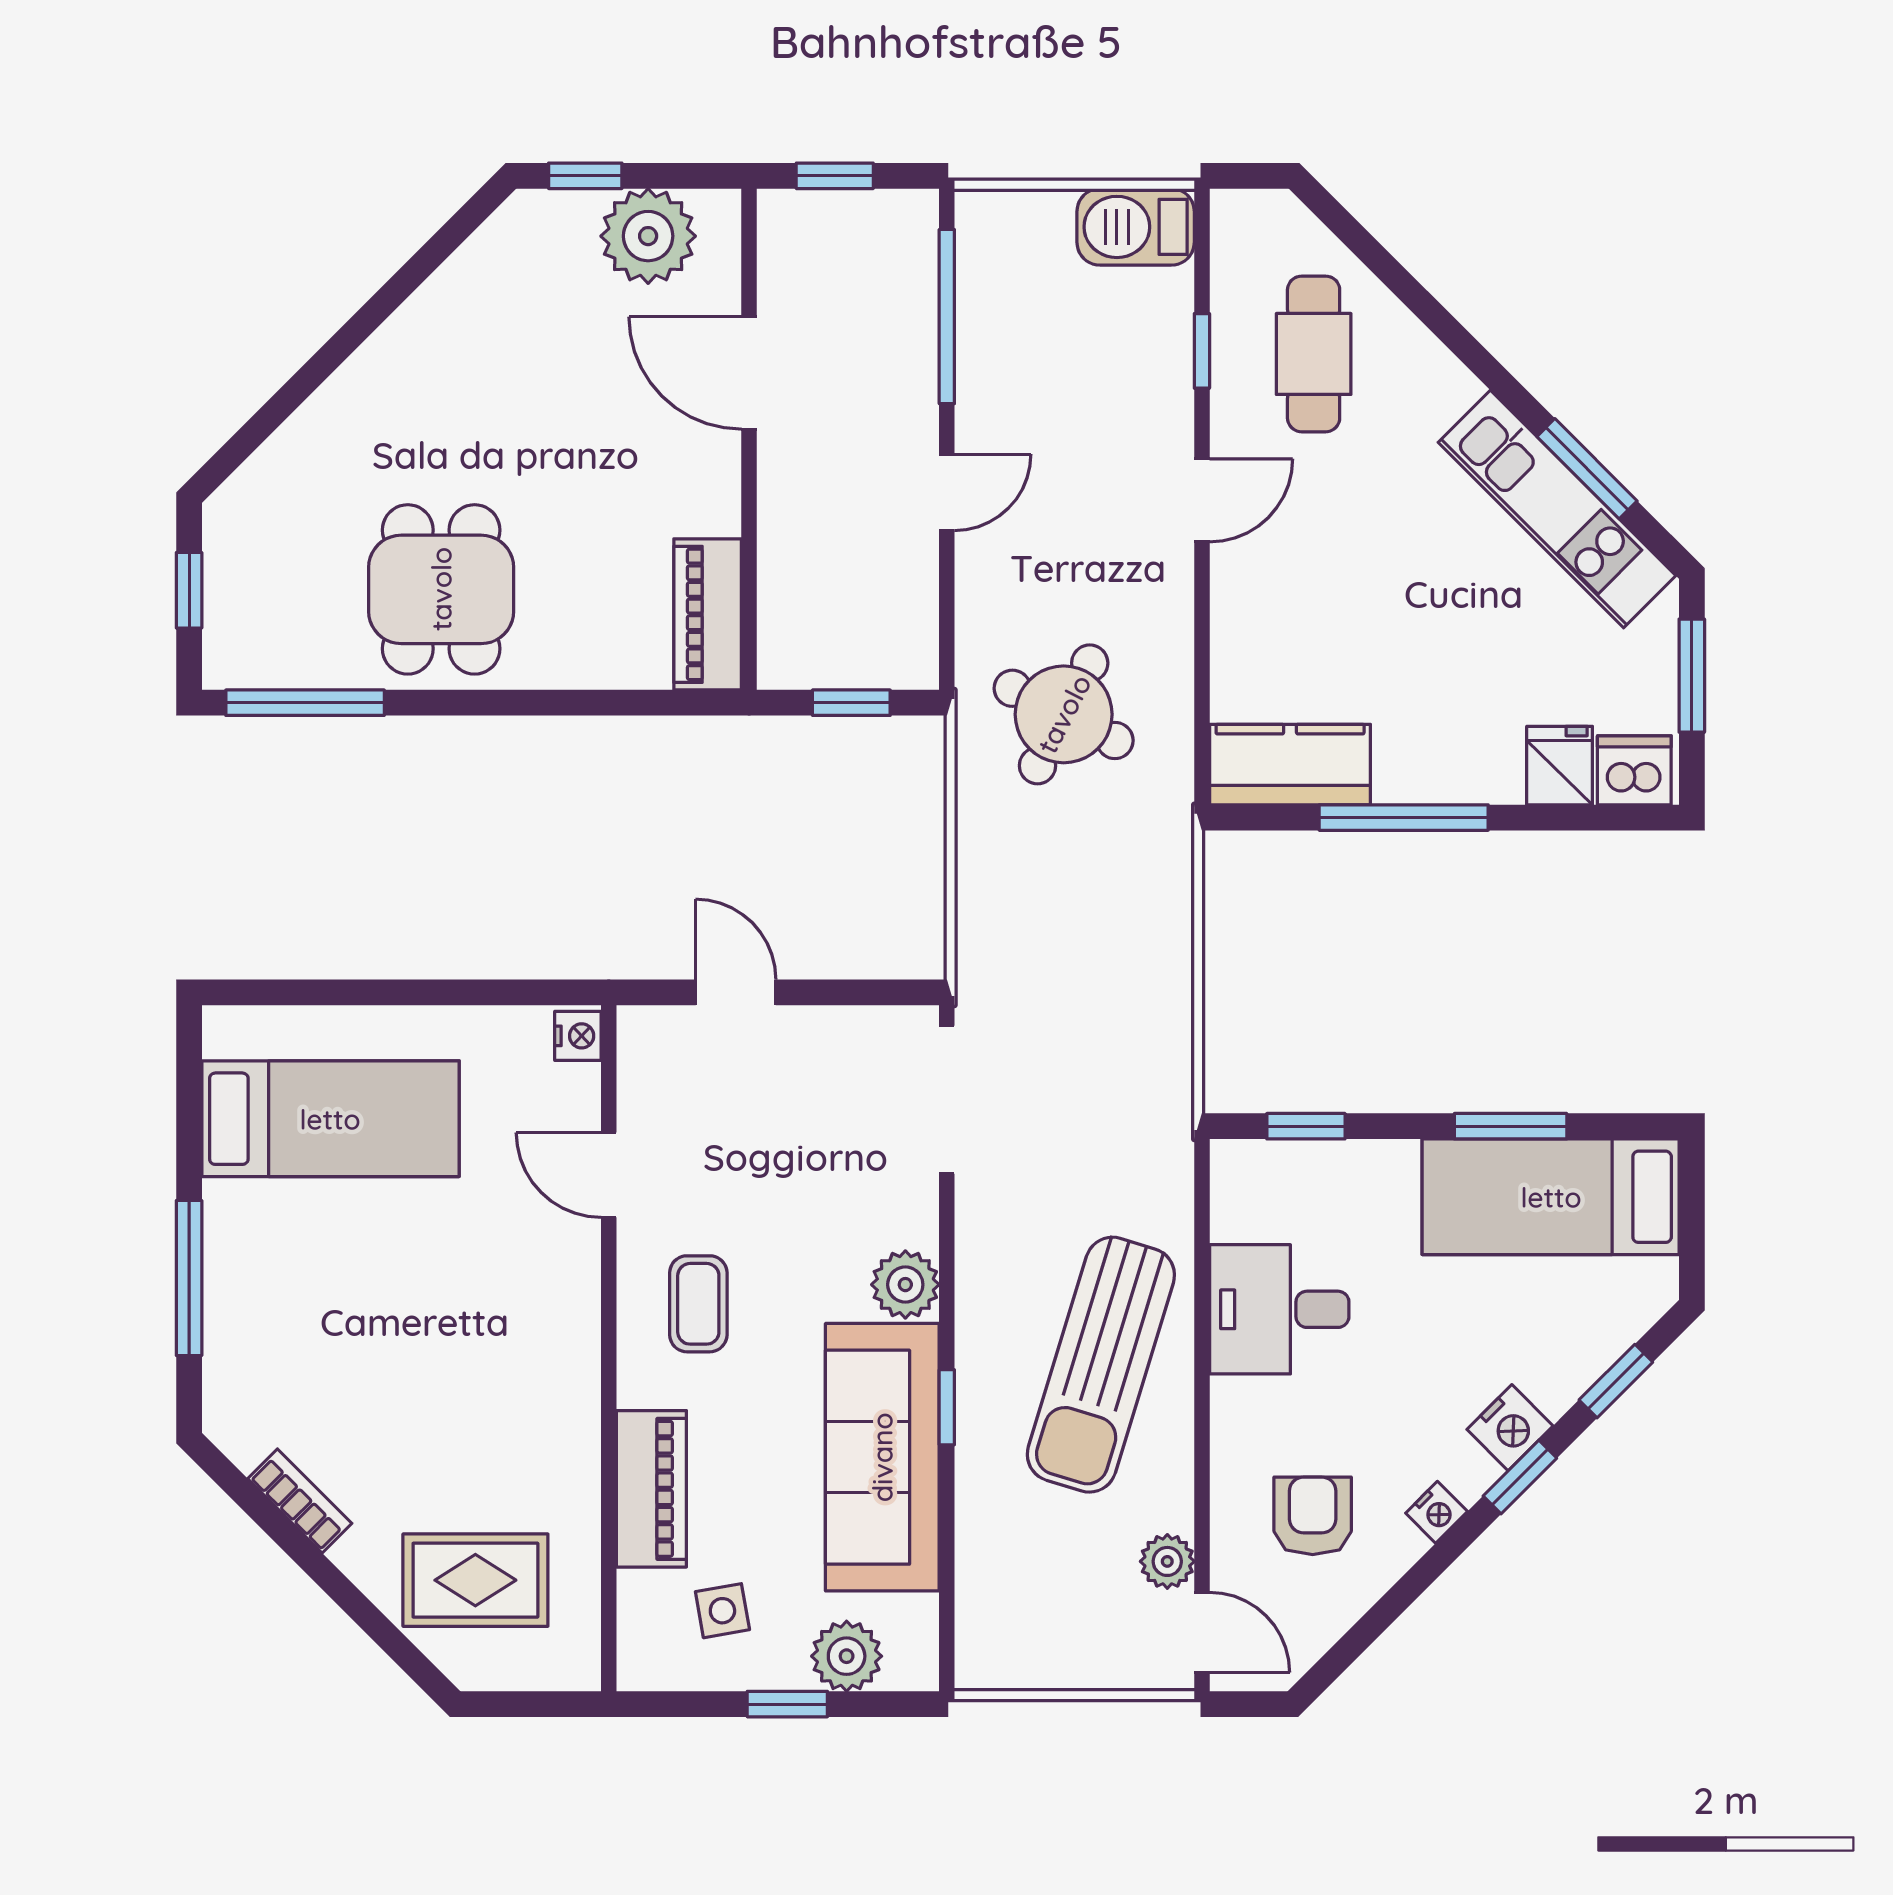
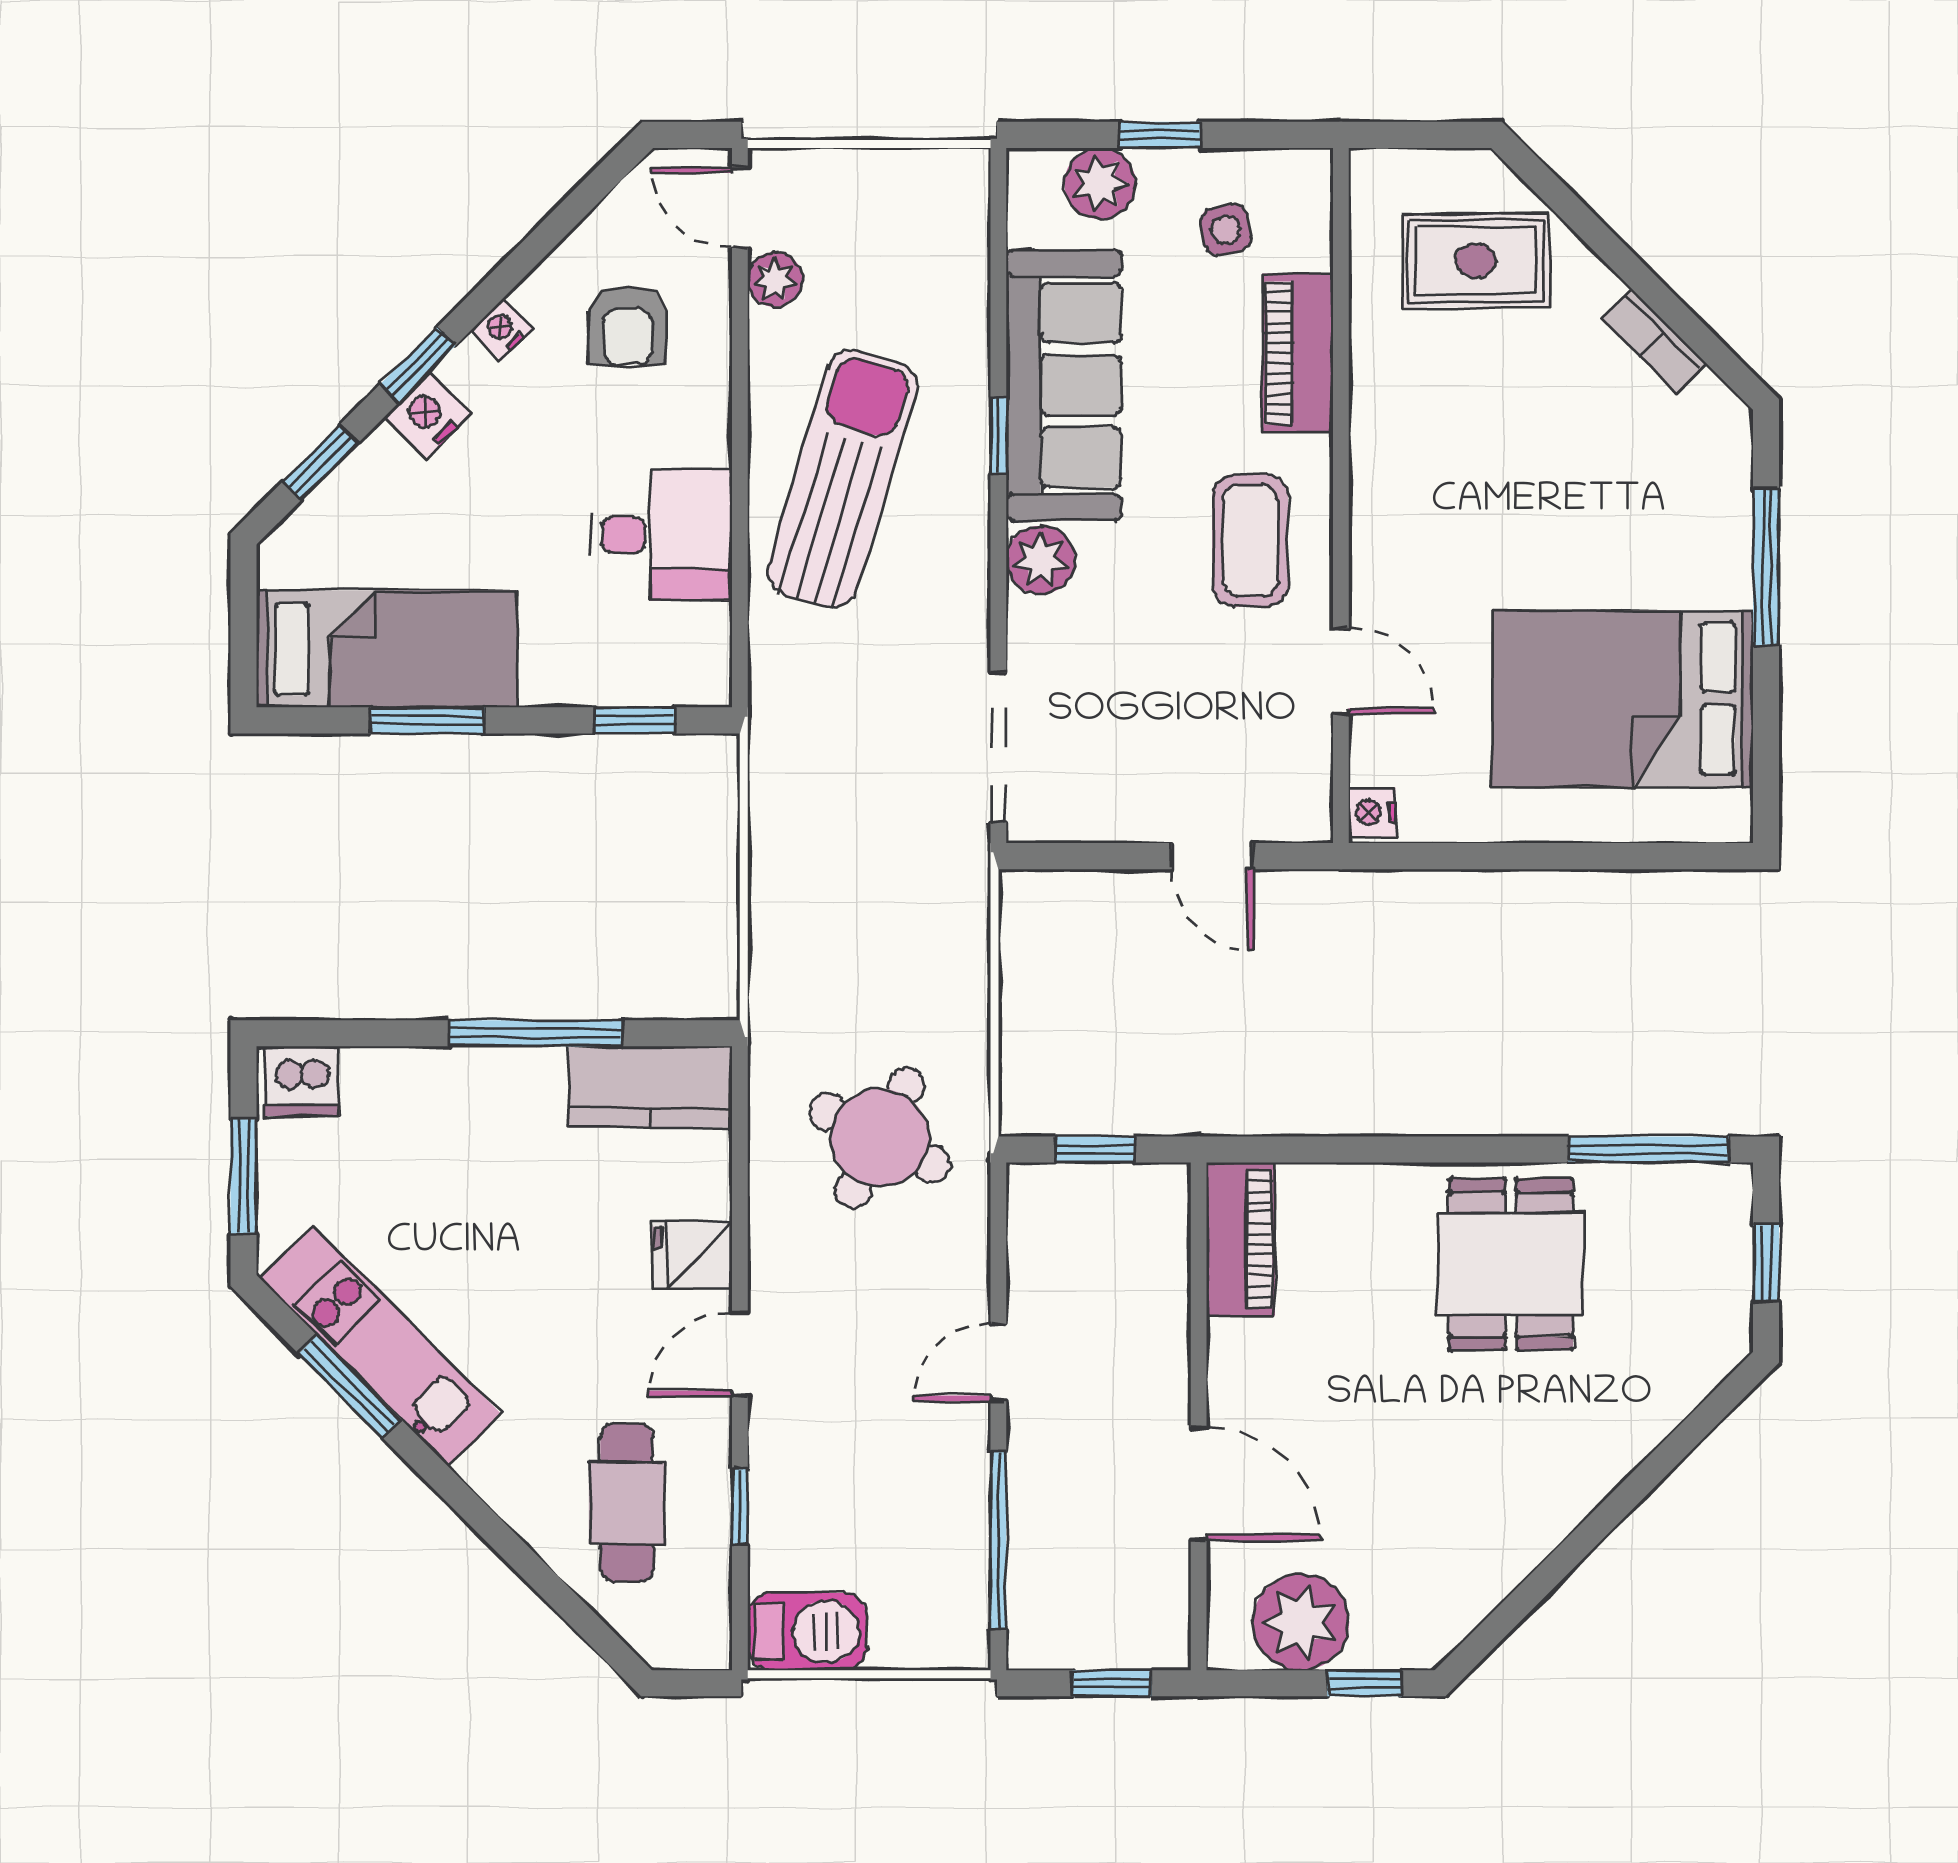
fridge: (1560, 766) -> (692, 1255), moved, turned 90
bed: (330, 1119) -> (1623, 699), width x1.50
coffee table: (698, 1304) -> (1250, 541), width x1.36, depth x1.30

